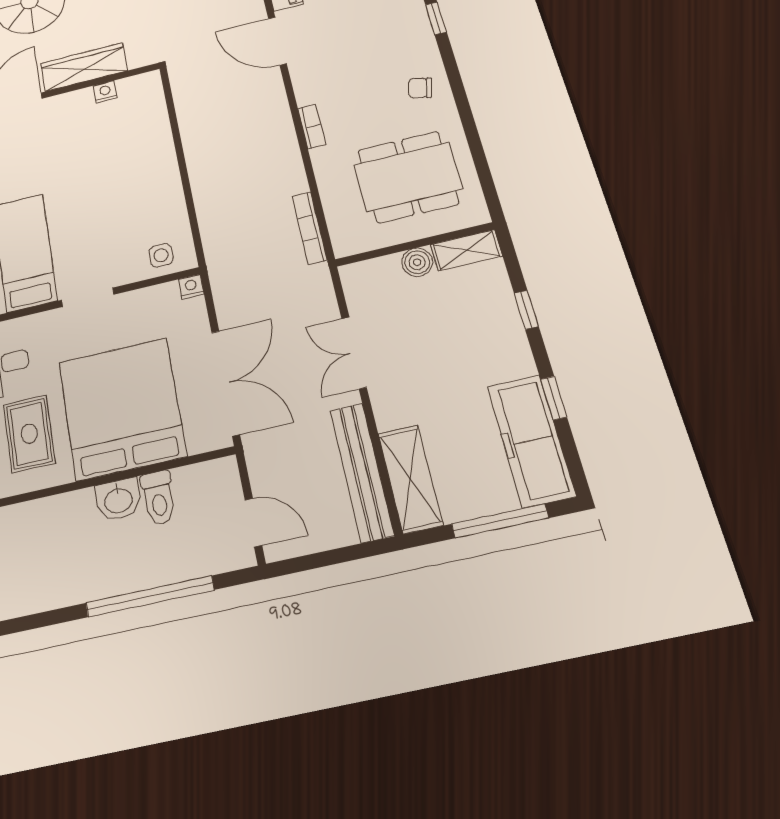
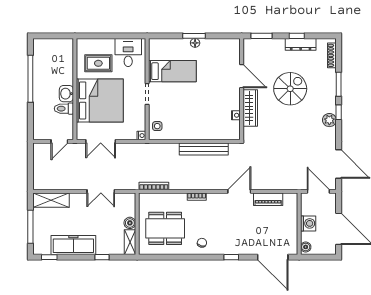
dining table: (408, 177) -> (165, 228), turned 90
double door: (354, 353) -> (101, 191), swing flipped
double door: (226, 383) -> (101, 141), width x0.73
window: (554, 398) -> (49, 257), moved
freezer: (531, 441) -> (73, 245), moved
bench: (362, 472) -> (204, 149), moved
door: (253, 522) -> (59, 141), moved
window: (150, 596) -> (30, 79), moved

